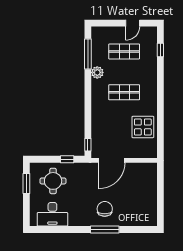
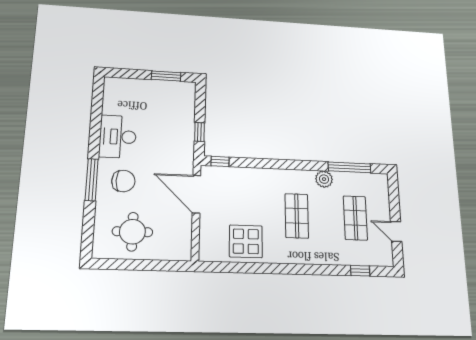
round table: (53, 181) -> (132, 232), moved
desk: (52, 214) -> (118, 137), moved

